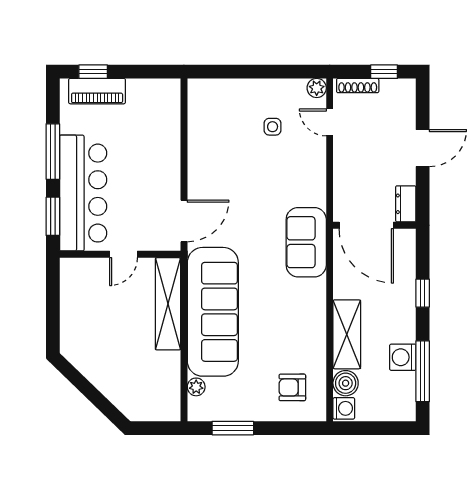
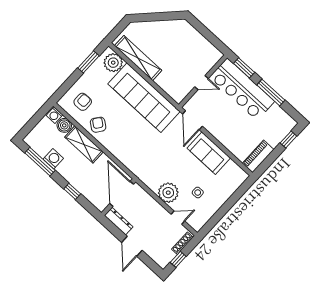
plant: (317, 88) -> (168, 193), moved, width x1.87, depth x1.87
piano: (97, 91) -> (258, 156), moved
dresser: (406, 204) -> (119, 221), width x1.44
door: (366, 225) -> (122, 194), hinge flipped
sofa: (306, 242) -> (209, 153), moved, turned 180
door: (124, 254) -> (202, 83), swing flipped
shelving: (168, 304) -> (138, 58), moved
armchair: (304, 340) -> (98, 125), added
plant: (196, 387) -> (113, 63), width x1.88, depth x1.88

